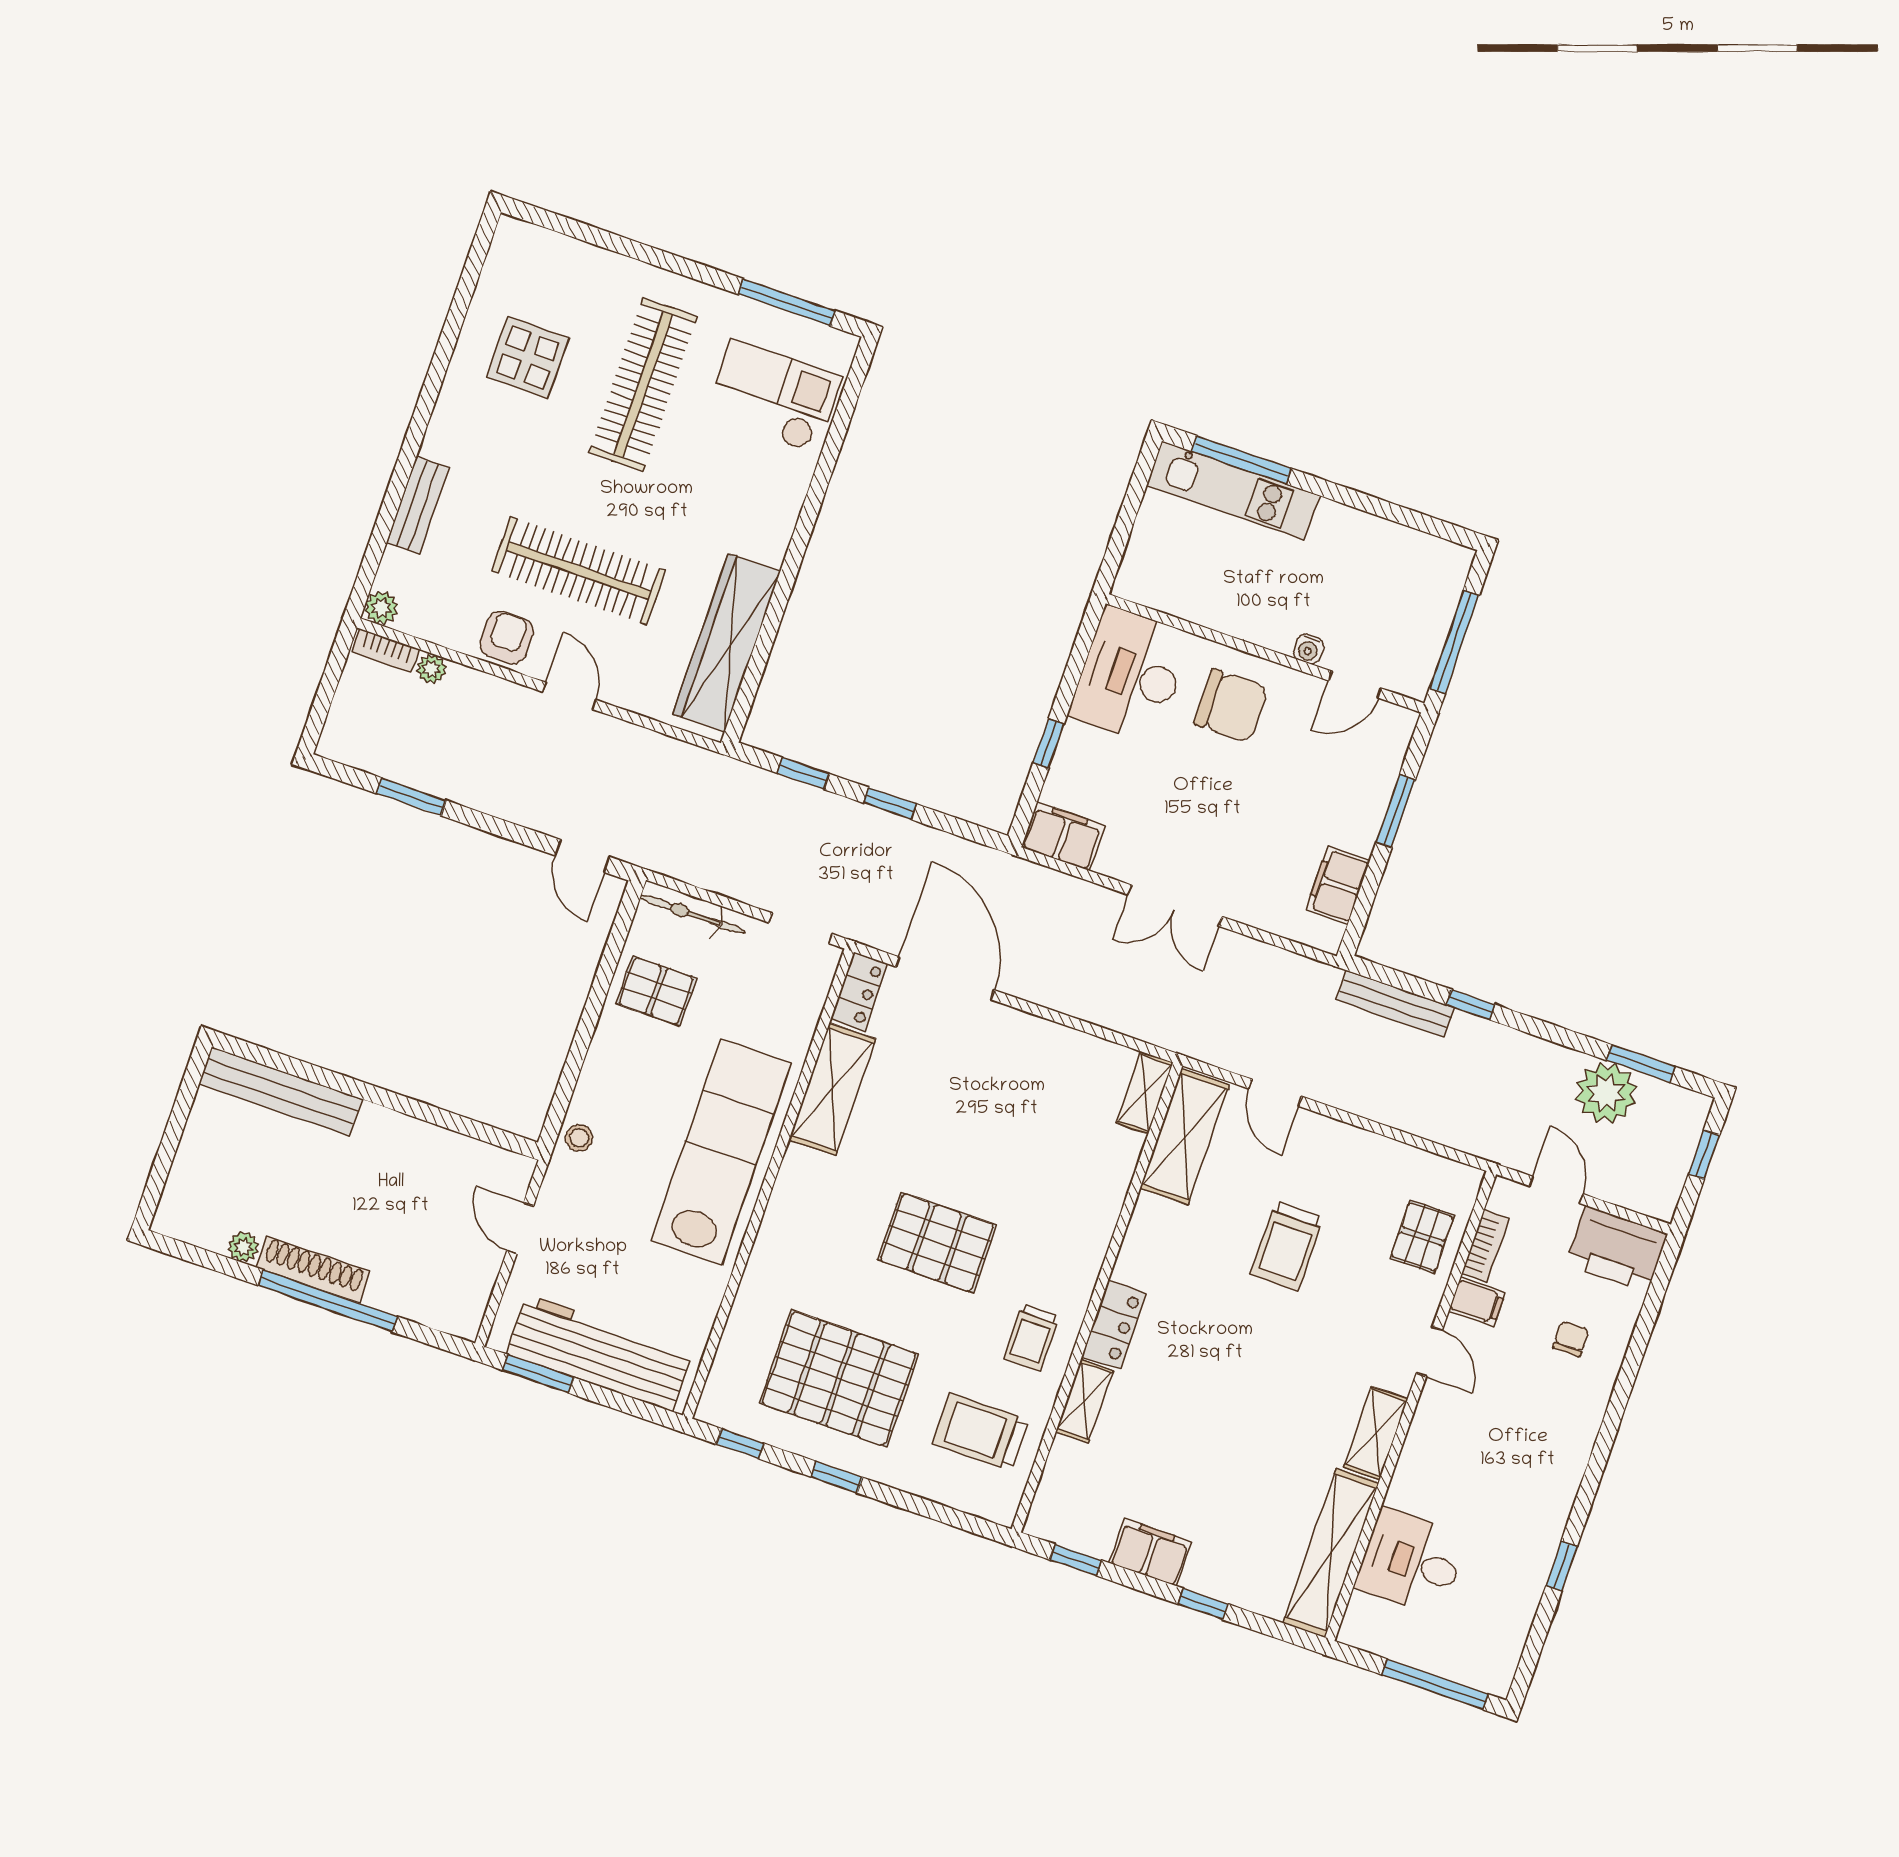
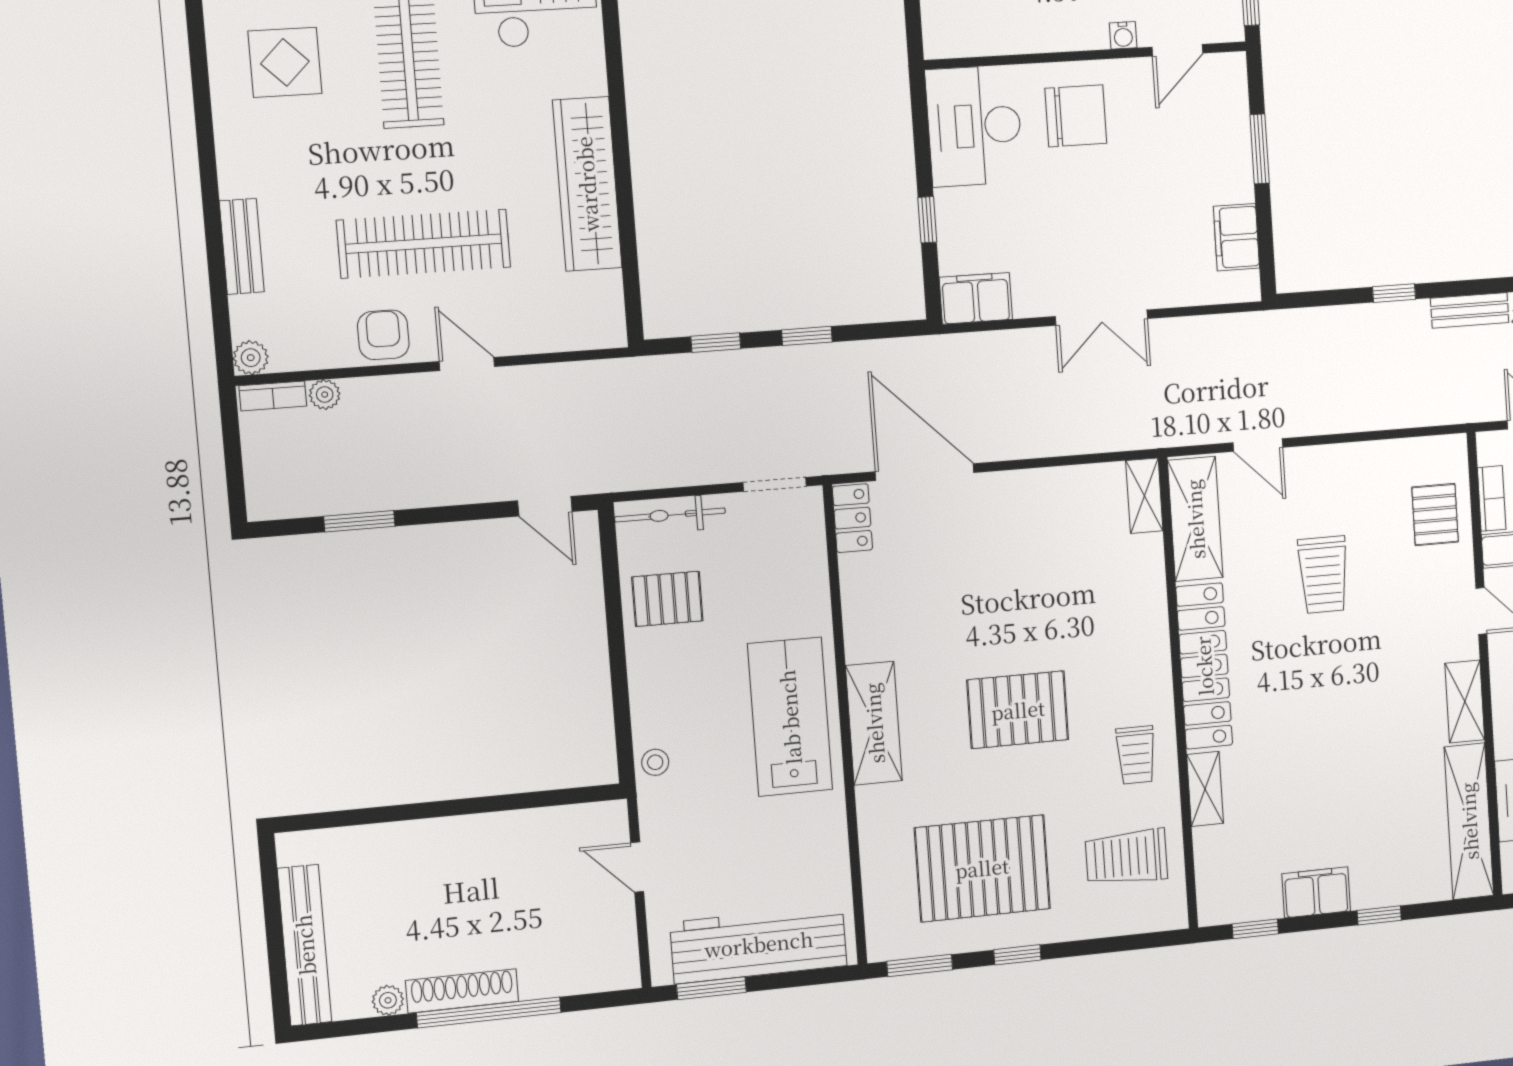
wardrobe: (727, 643) -> (587, 184), moved
bench: (1395, 1004) -> (1470, 310), moved, width x0.73
shelving: (832, 1089) -> (874, 723), moved
bench: (280, 1091) -> (305, 945), moved, turned 90
lab bench: (721, 1152) -> (790, 717), width x0.73
locker: (1114, 1325) -> (1204, 666), width x2.16, depth x1.21
window: (740, 1444) -> (920, 966), width x1.50

